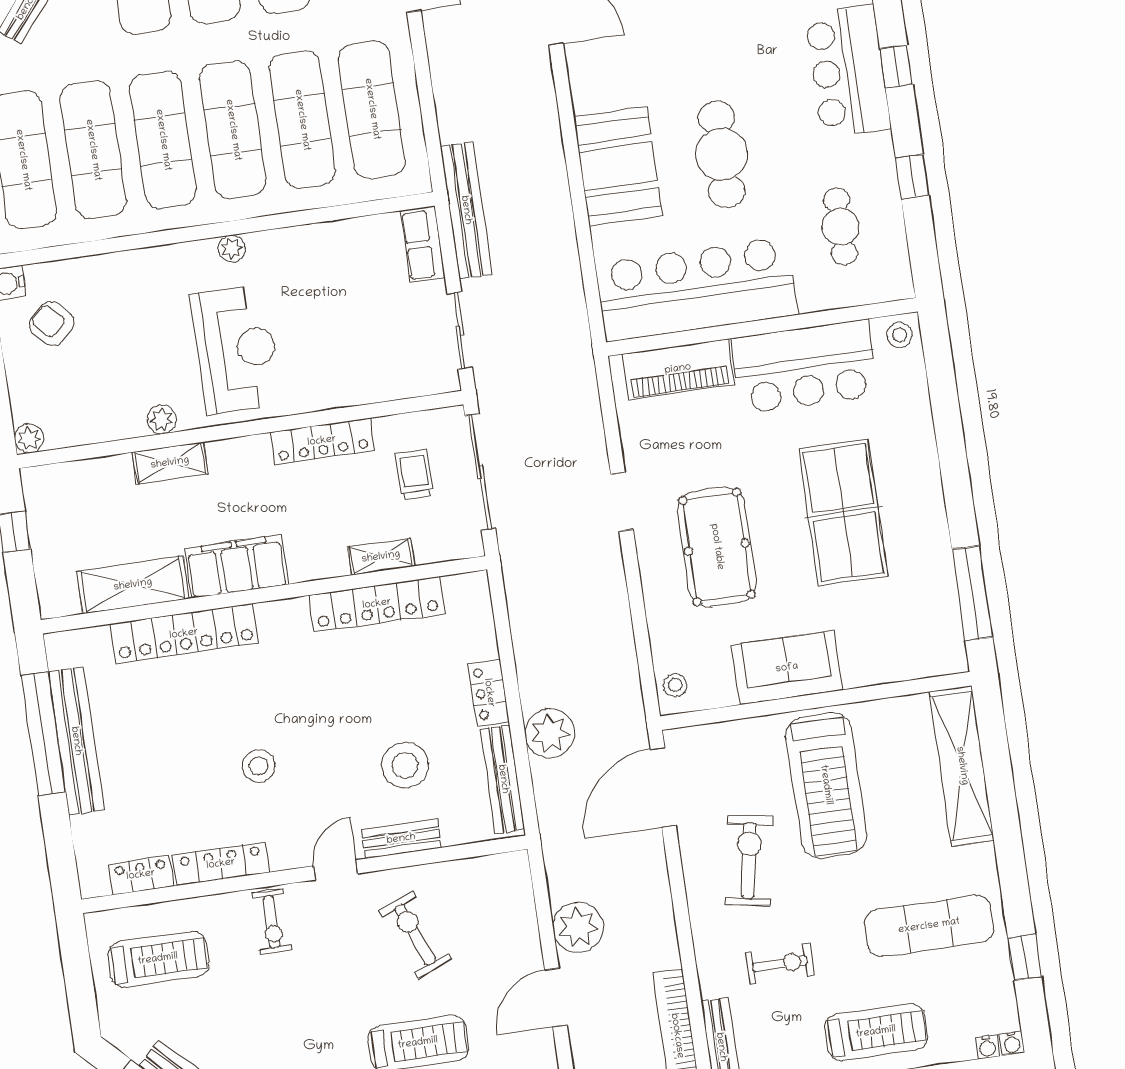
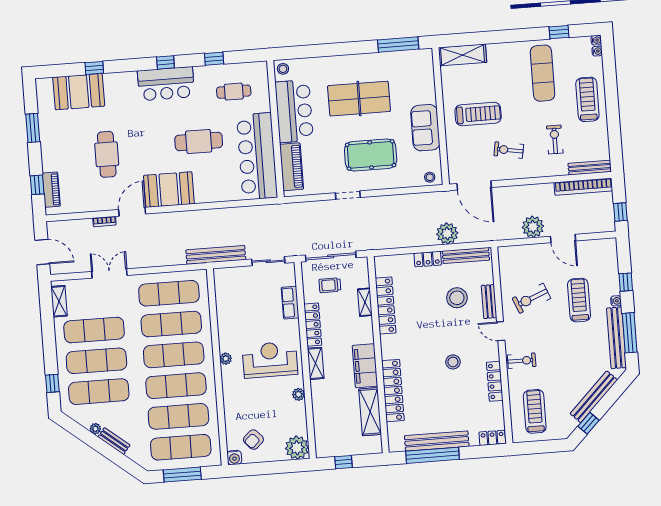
booth: (618, 166) -> (169, 190), moved
row of seats: (423, 244) -> (290, 303), moved, turned 90
plant: (29, 438) -> (297, 448), width x1.88, depth x1.88
shelving: (170, 463) -> (316, 363), moved
shelving: (962, 766) -> (463, 55), width x0.68
treadmill: (826, 785) -> (478, 114), width x0.73, depth x0.73
exercise bike: (749, 861) -> (509, 150), width x0.73, depth x0.72
locker: (141, 875) -> (492, 438), moved, turned 90

